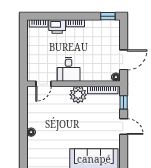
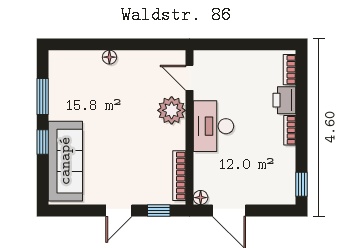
desk: (69, 69) -> (213, 126), width x1.37
plant: (78, 95) -> (172, 110), moved

